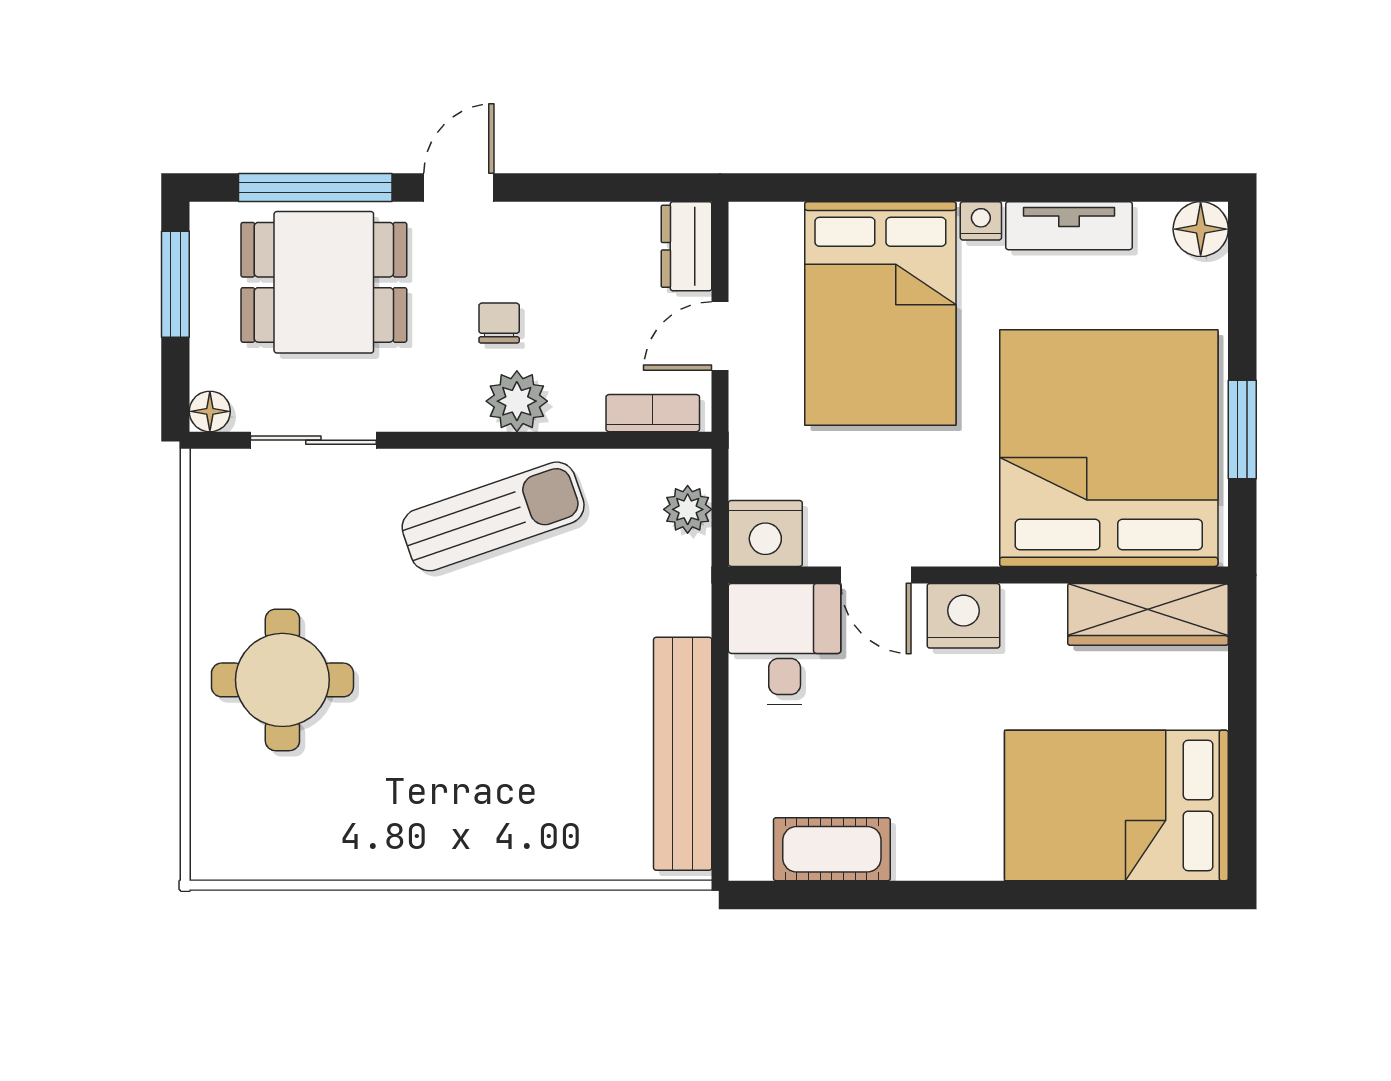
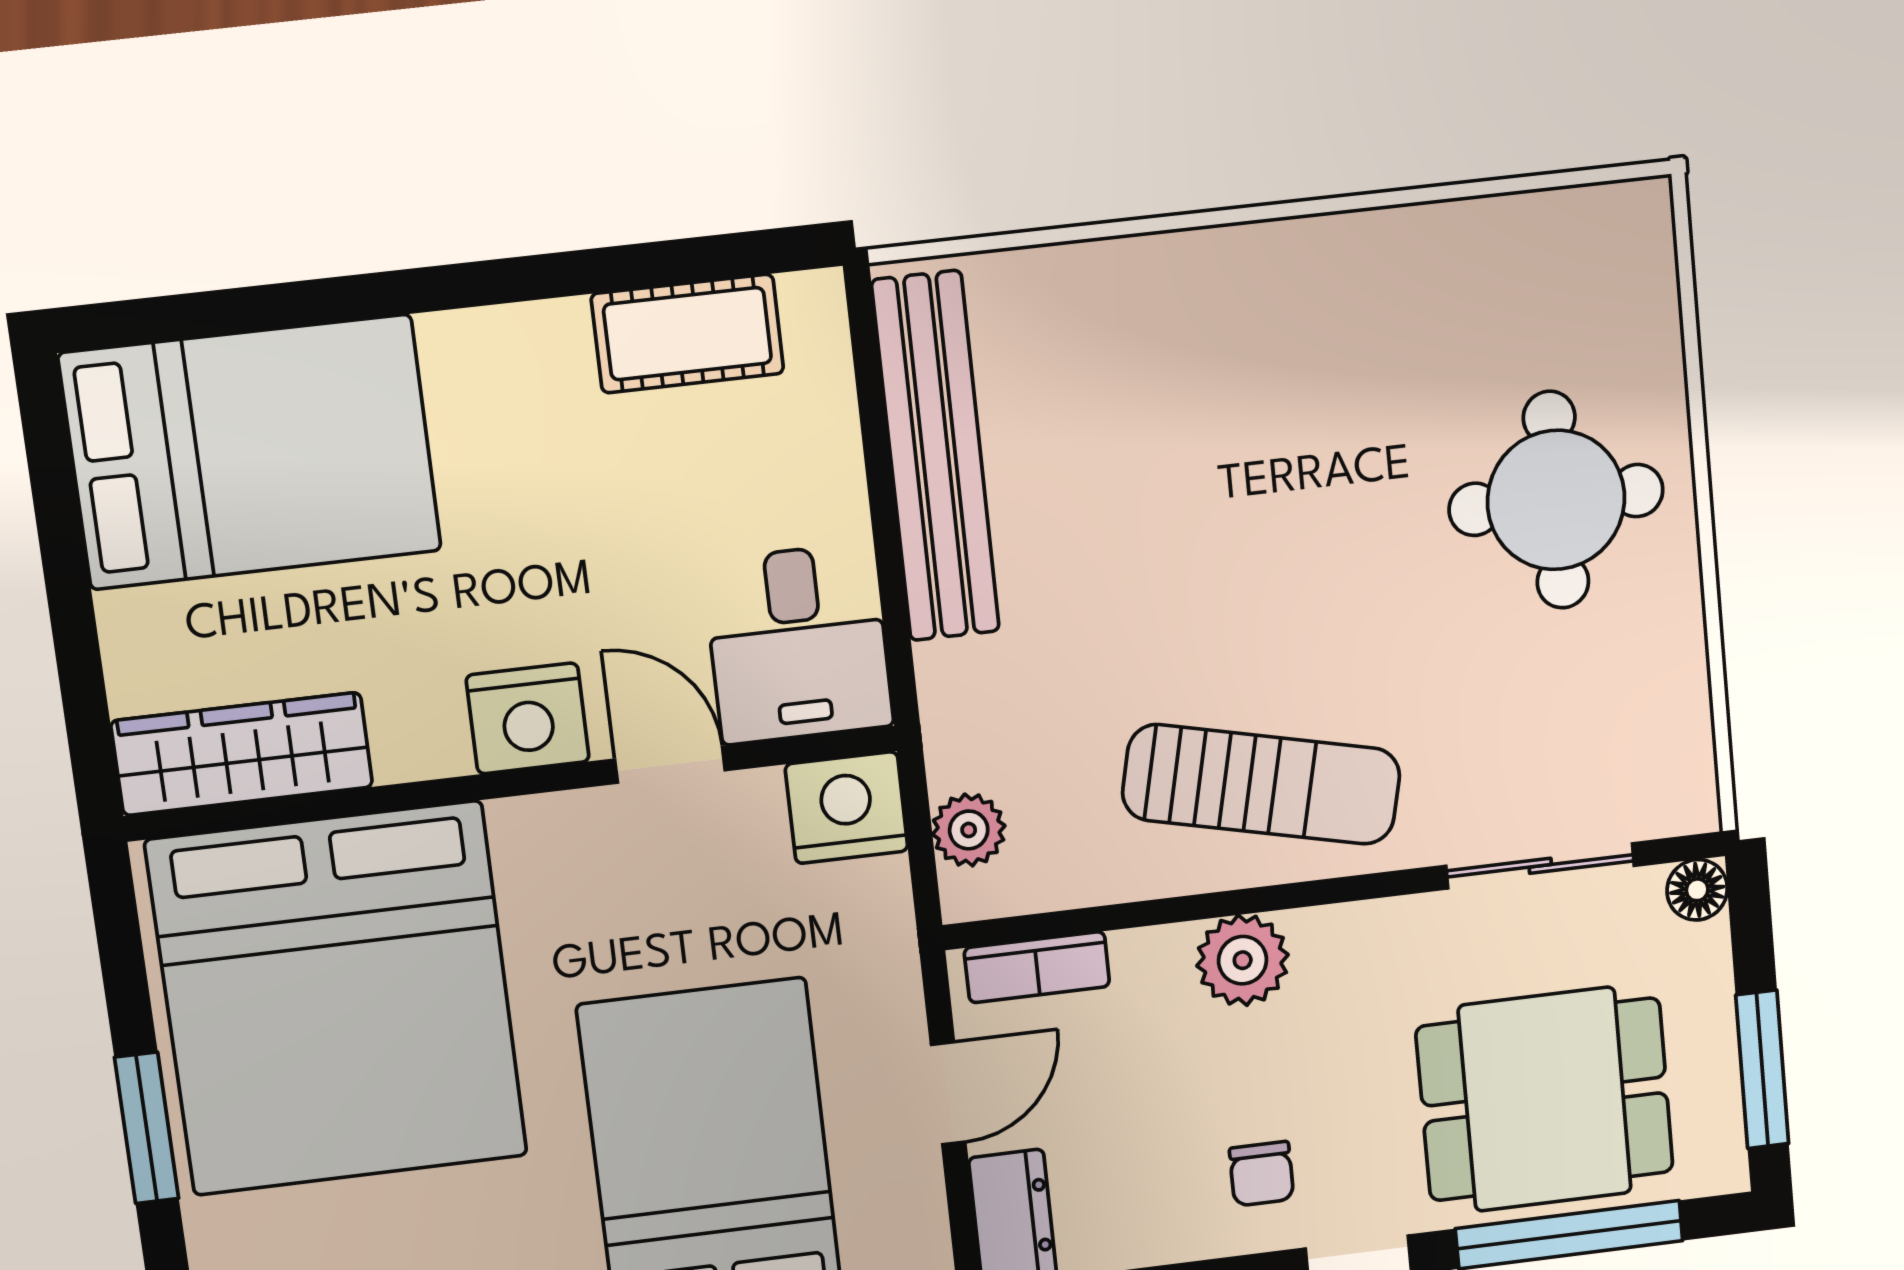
chair: (499, 323) -> (1262, 1174), moved
window: (1242, 430) -> (147, 1128), moved
sun lounger: (493, 516) -> (1261, 784), turned -148

